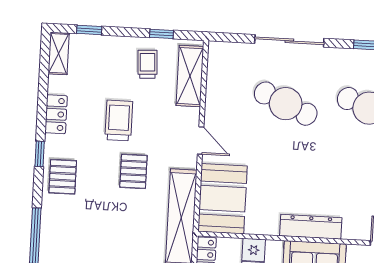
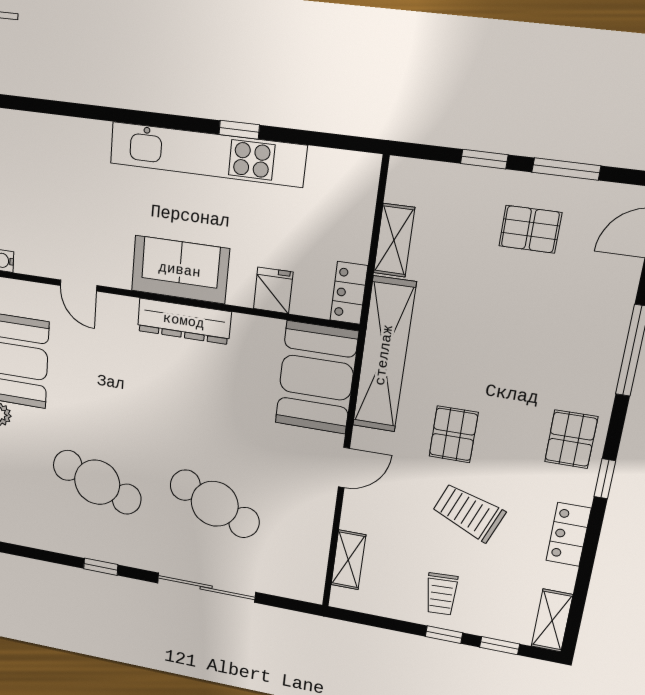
window: (162, 34) -> (444, 635), moved
trolley: (147, 64) -> (441, 594), moved
shelving: (190, 76) -> (348, 560), width x0.67, depth x0.75
trolley: (119, 120) -> (469, 512), turned 111
door: (201, 141) -> (344, 468), swing flipped

